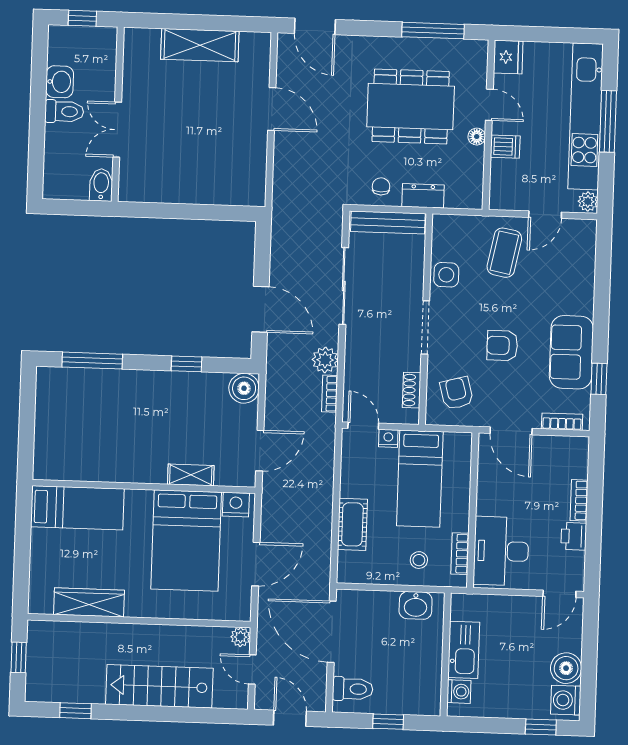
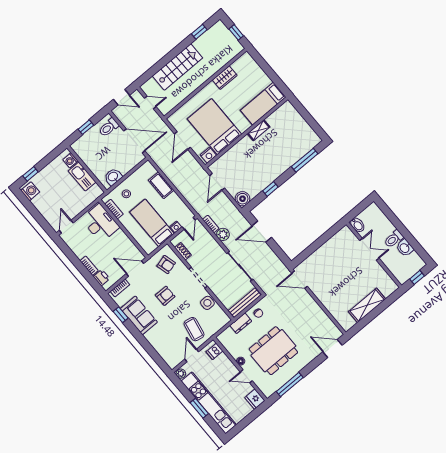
door: (272, 109) -> (300, 280), moved
window: (608, 121) -> (199, 408), width x0.69
dishwasher: (505, 147) -> (214, 351), moved
door: (363, 426) -> (189, 223), hinge flipped
shelving: (191, 475) -> (259, 130), moved
printer: (574, 536) -> (102, 278), moved
wardrobe: (89, 602) -> (225, 78), width x0.67
plant: (241, 637) -> (165, 110), removed
boiler: (566, 668) -> (40, 203), removed

